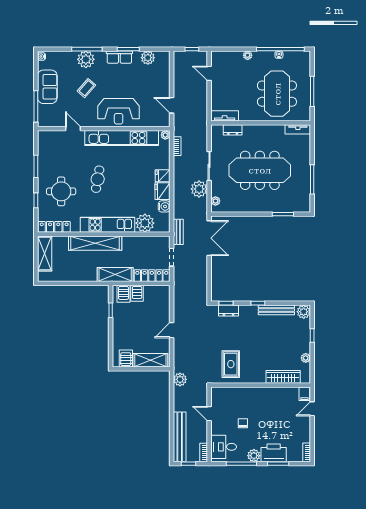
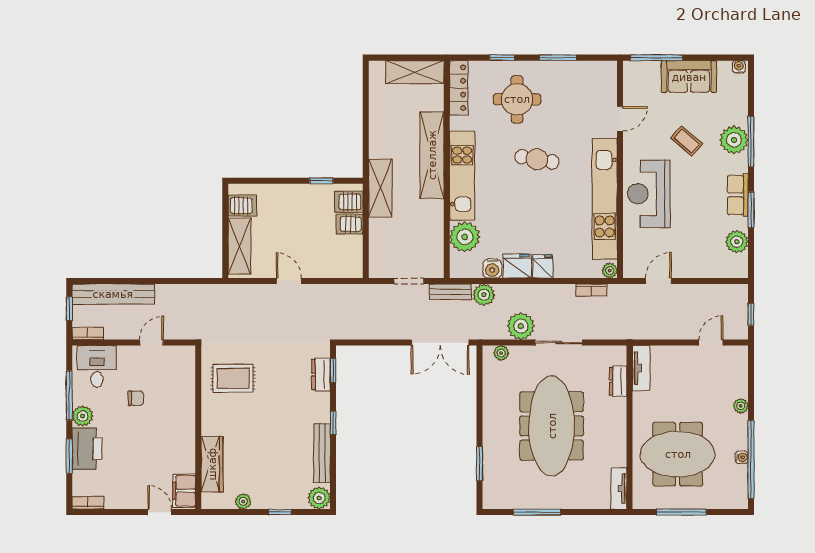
locker: (152, 276) -> (379, 248), removed
plant: (180, 379) -> (484, 295), moved
filing cabinet: (304, 394) -> (184, 491), width x2.00

